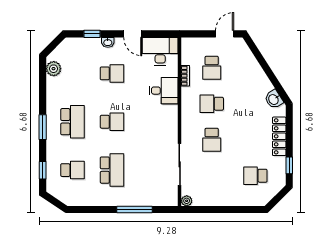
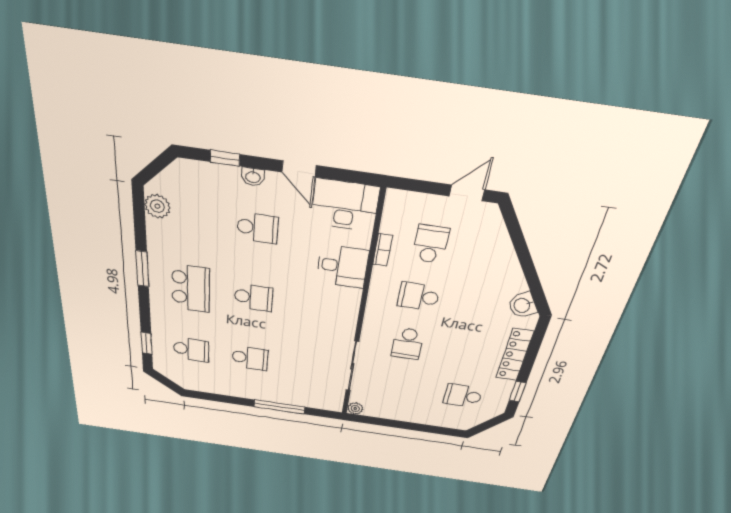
school desk: (212, 68) -> (431, 244), turned 180
window: (43, 127) -> (142, 269), moved
school desk: (112, 170) -> (250, 358), width x0.54

